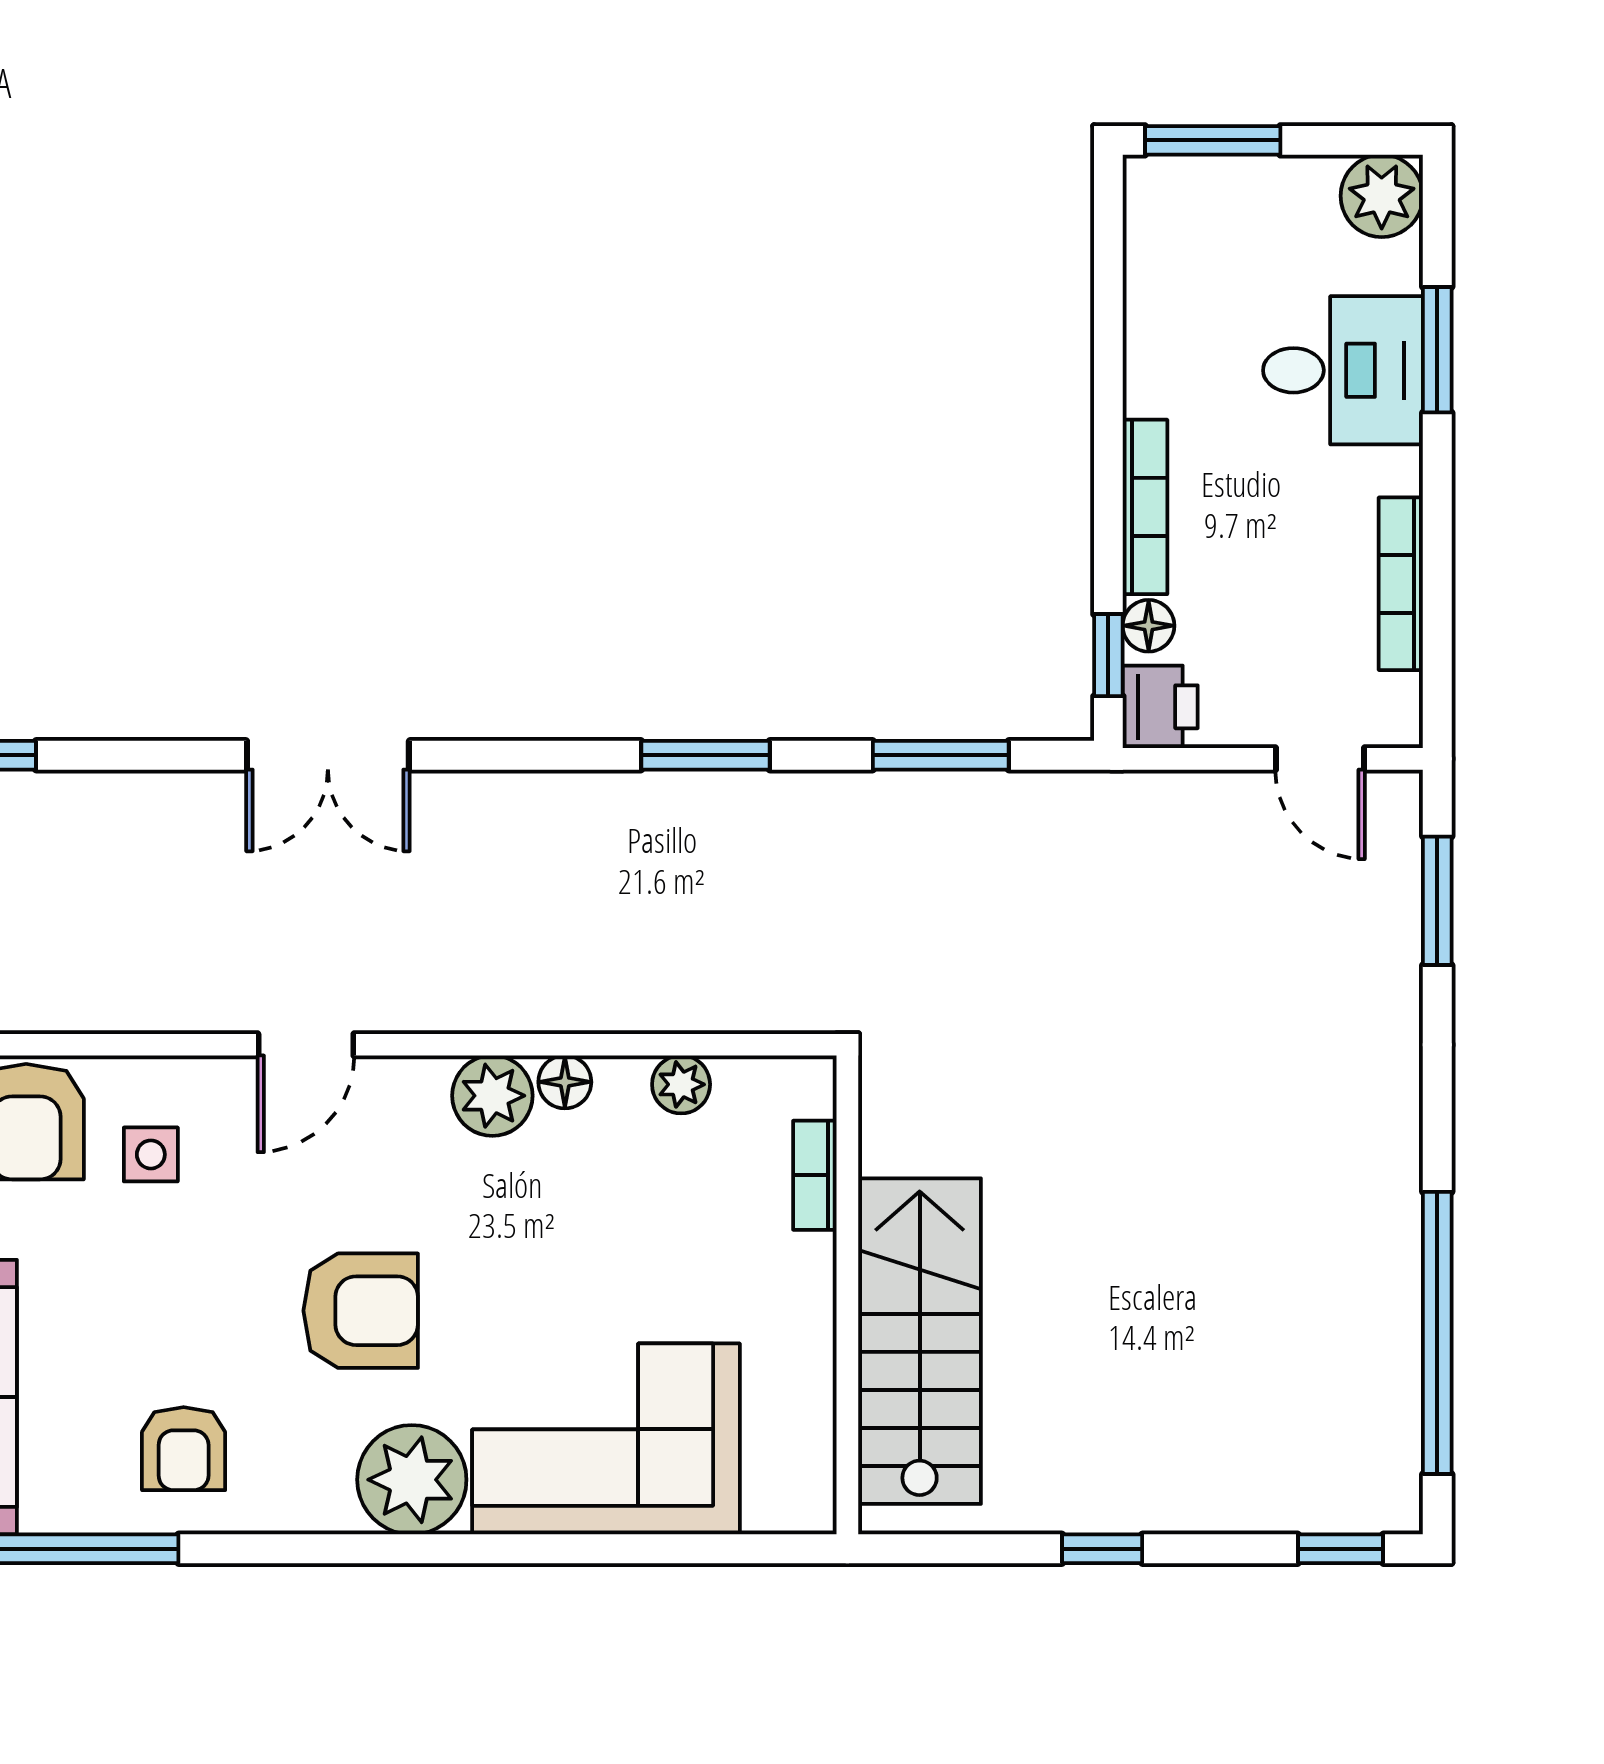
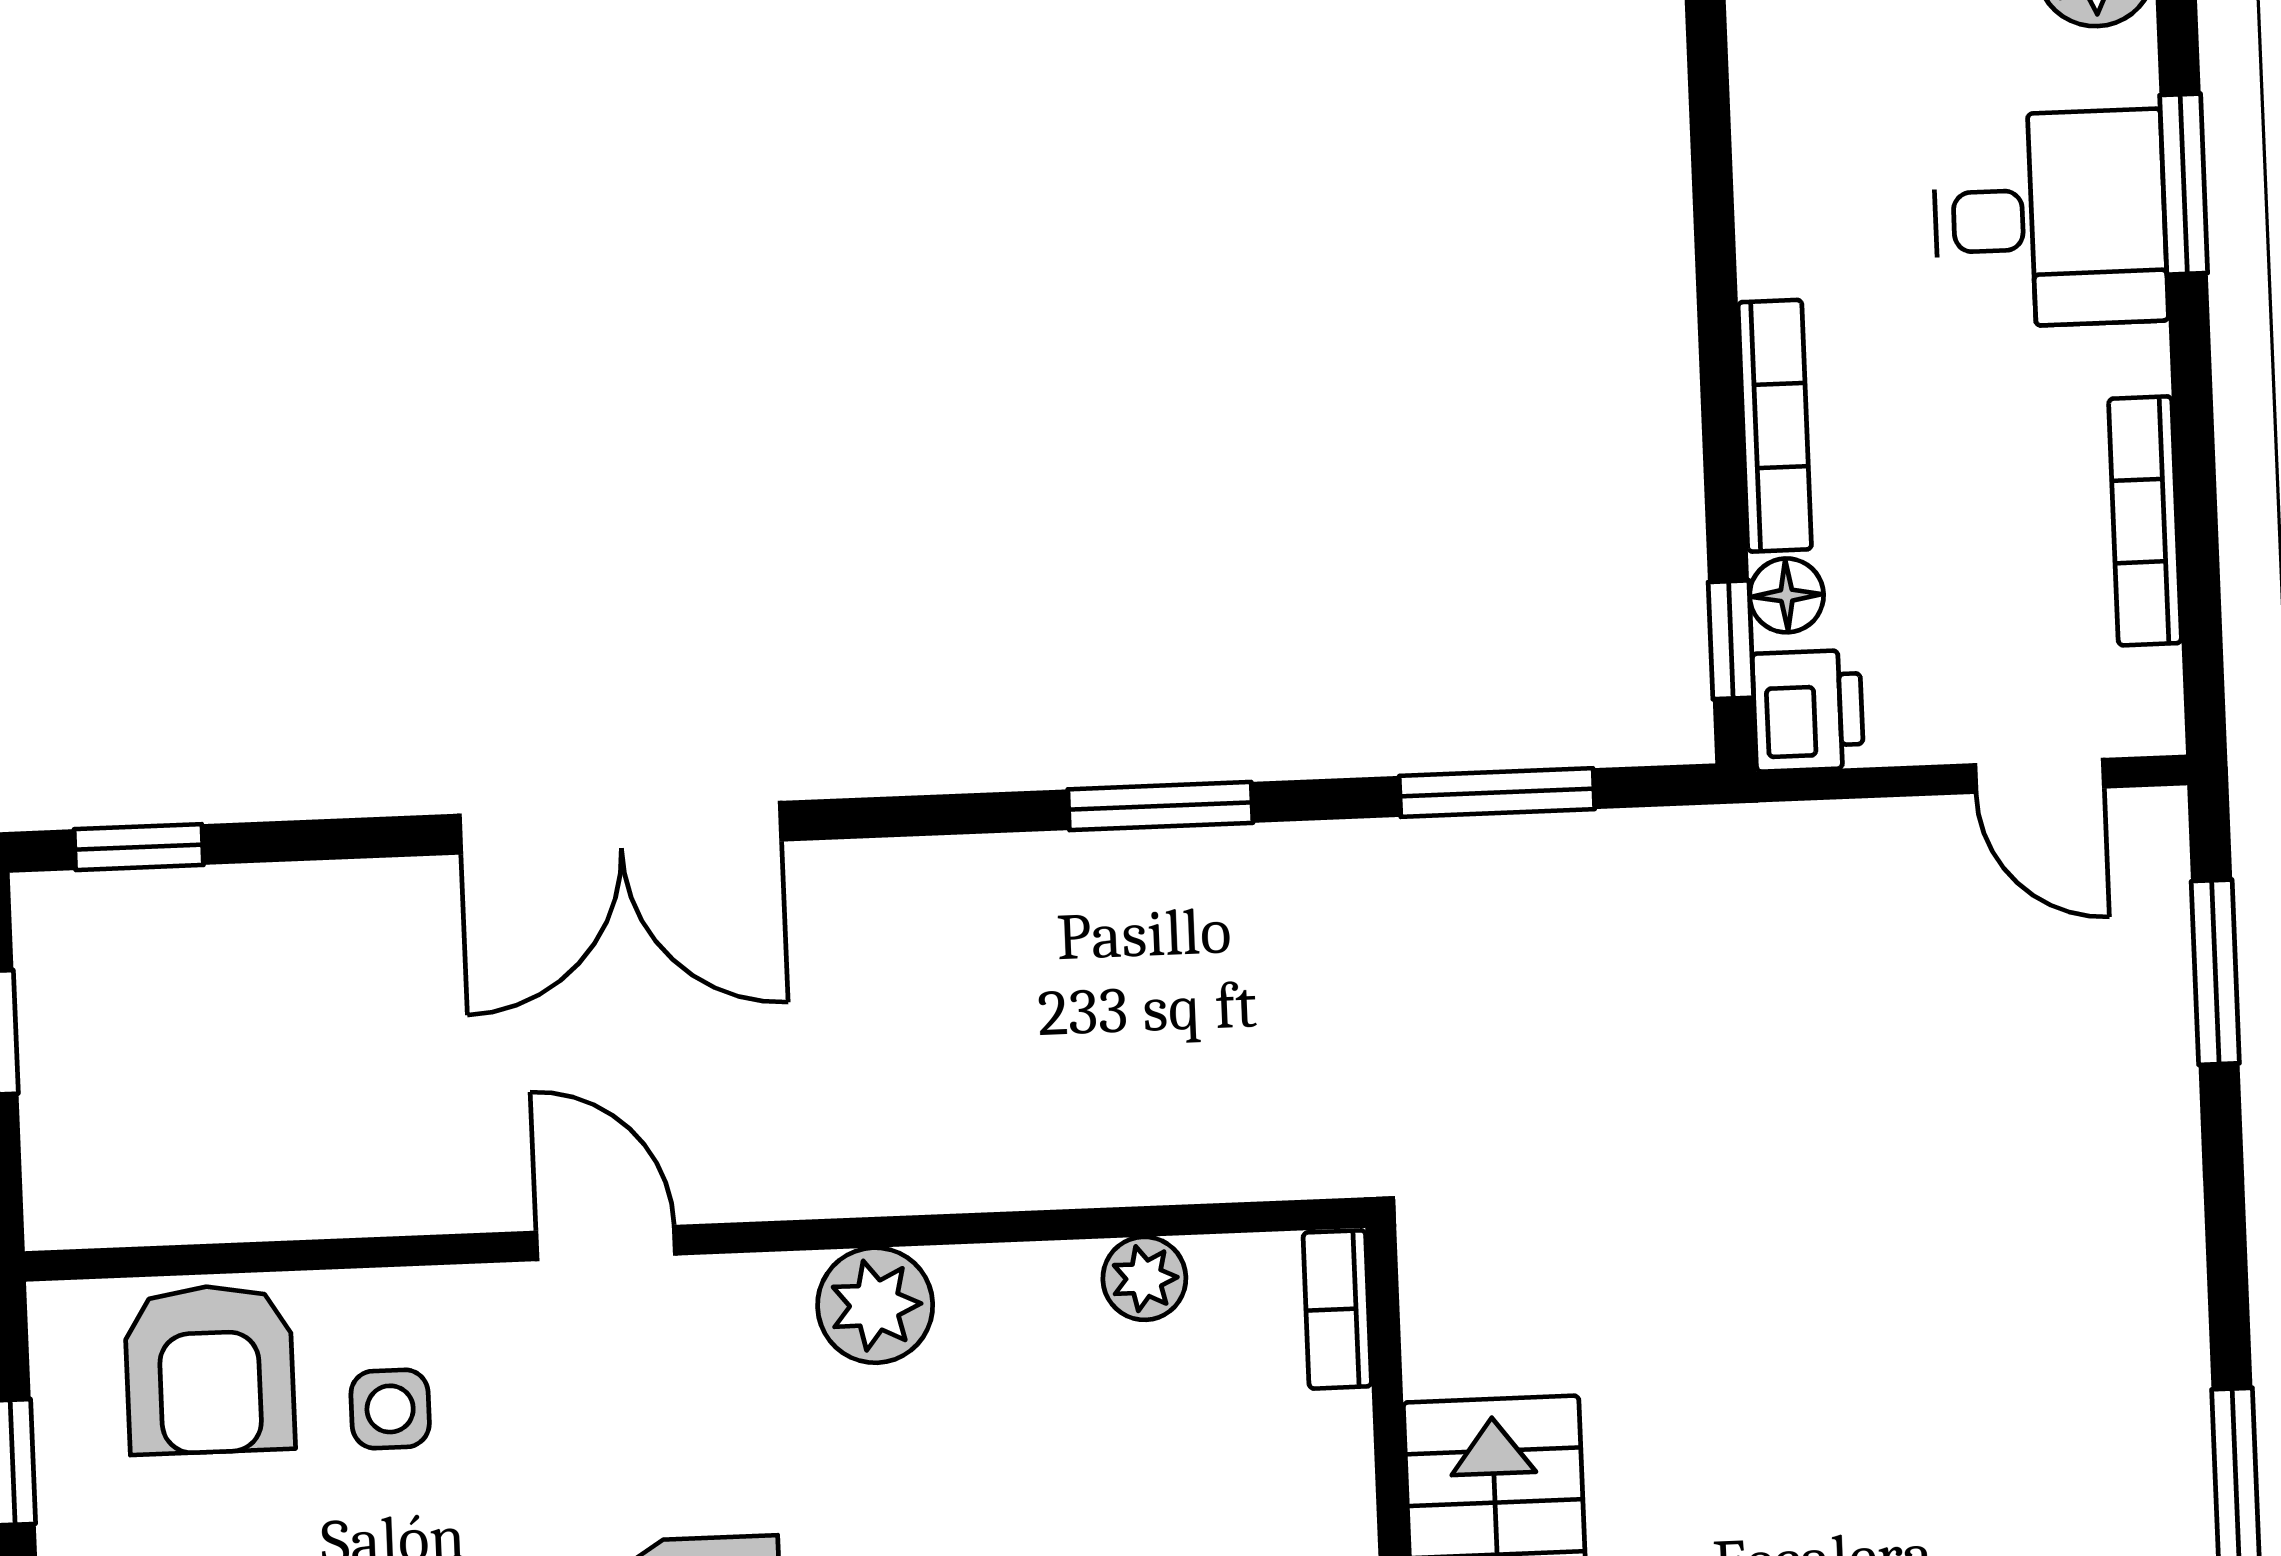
double door: (328, 755) -> (620, 828), width x1.37
door: (306, 1045) -> (606, 1243), swing flipped
floor lamp: (565, 1082) -> (978, 1281), removed
bookcase: (815, 1175) -> (1337, 1309), moved

